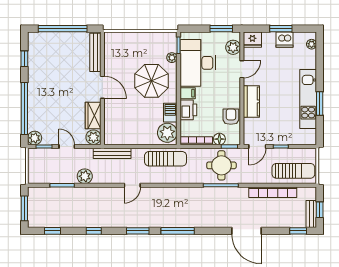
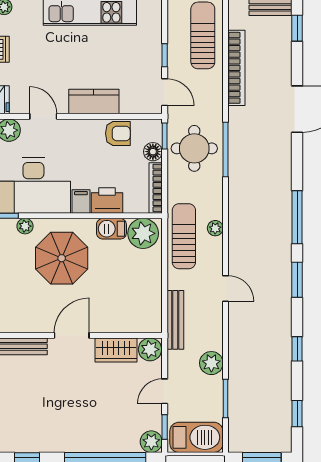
armchair: (231, 117) -> (118, 133), turned 180
barbecue: (37, 167) -> (196, 437), added
plant: (171, 179) -> (215, 228), added

